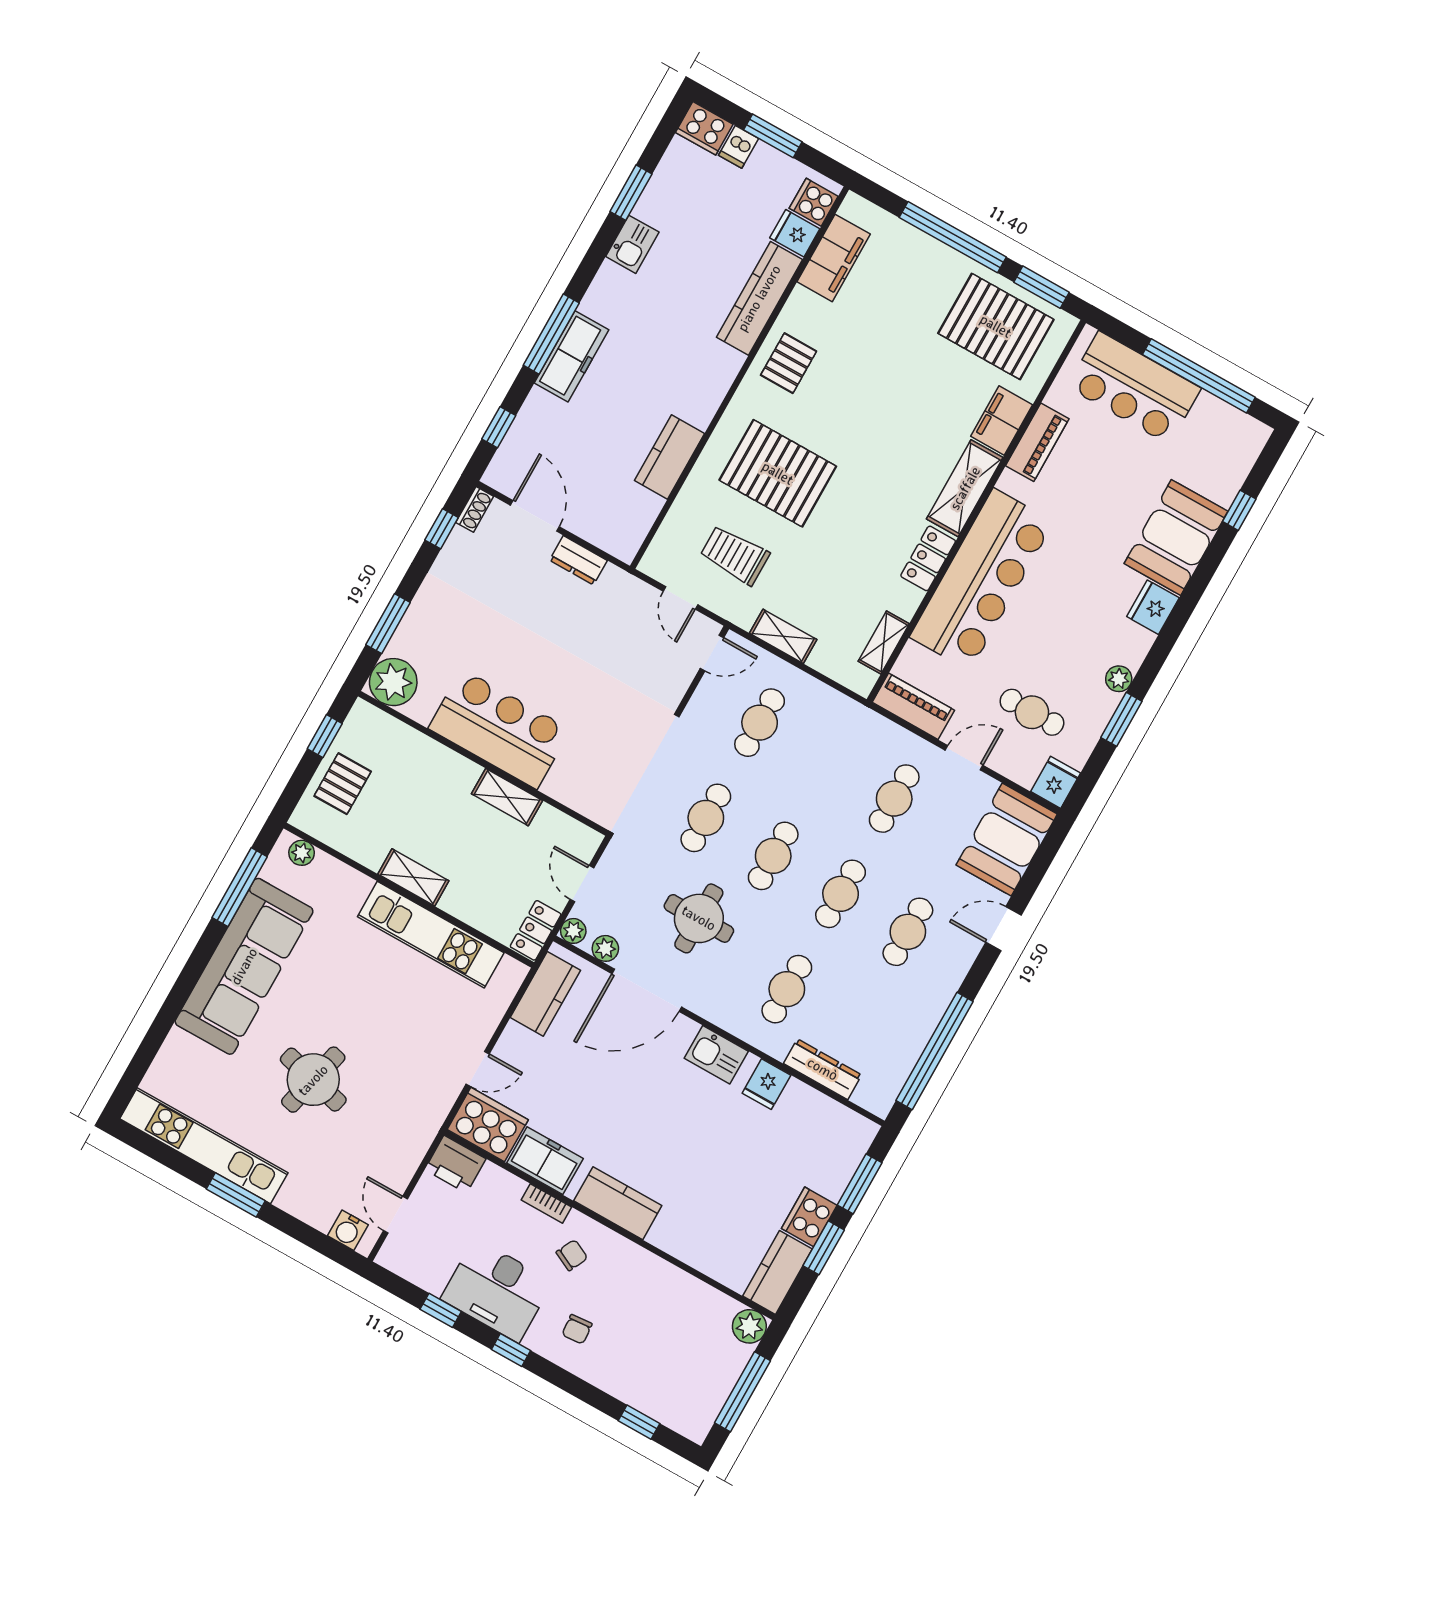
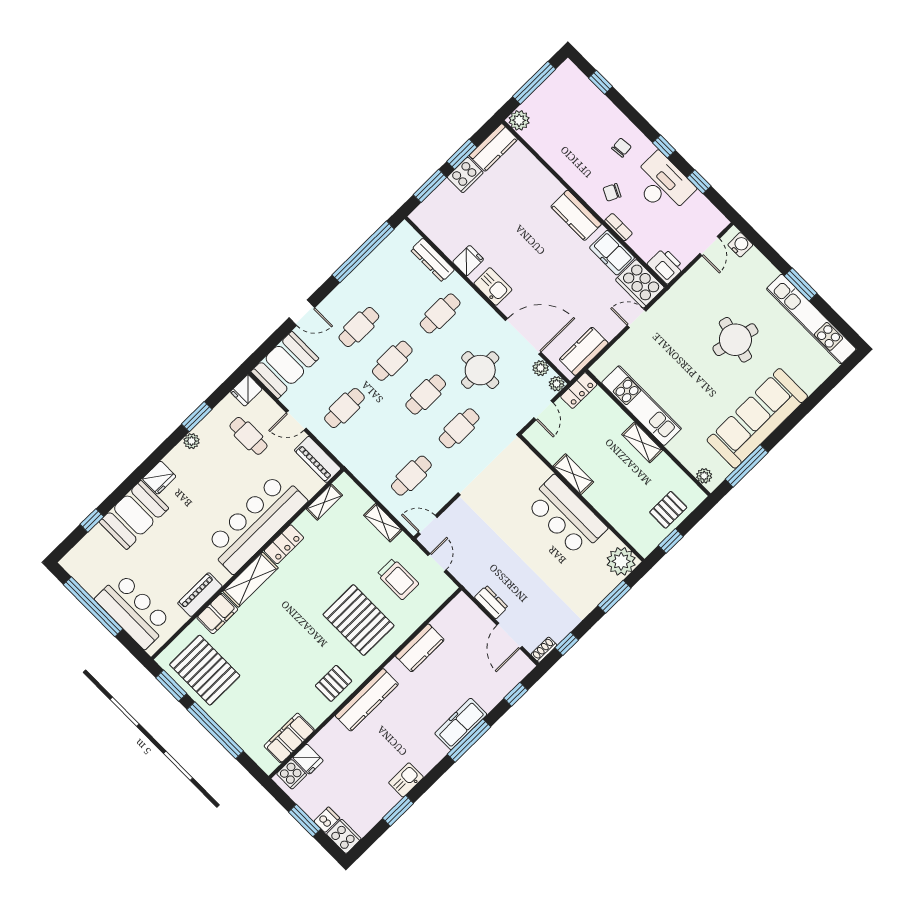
kitchen counter: (759, 298) -> (367, 700), moved

